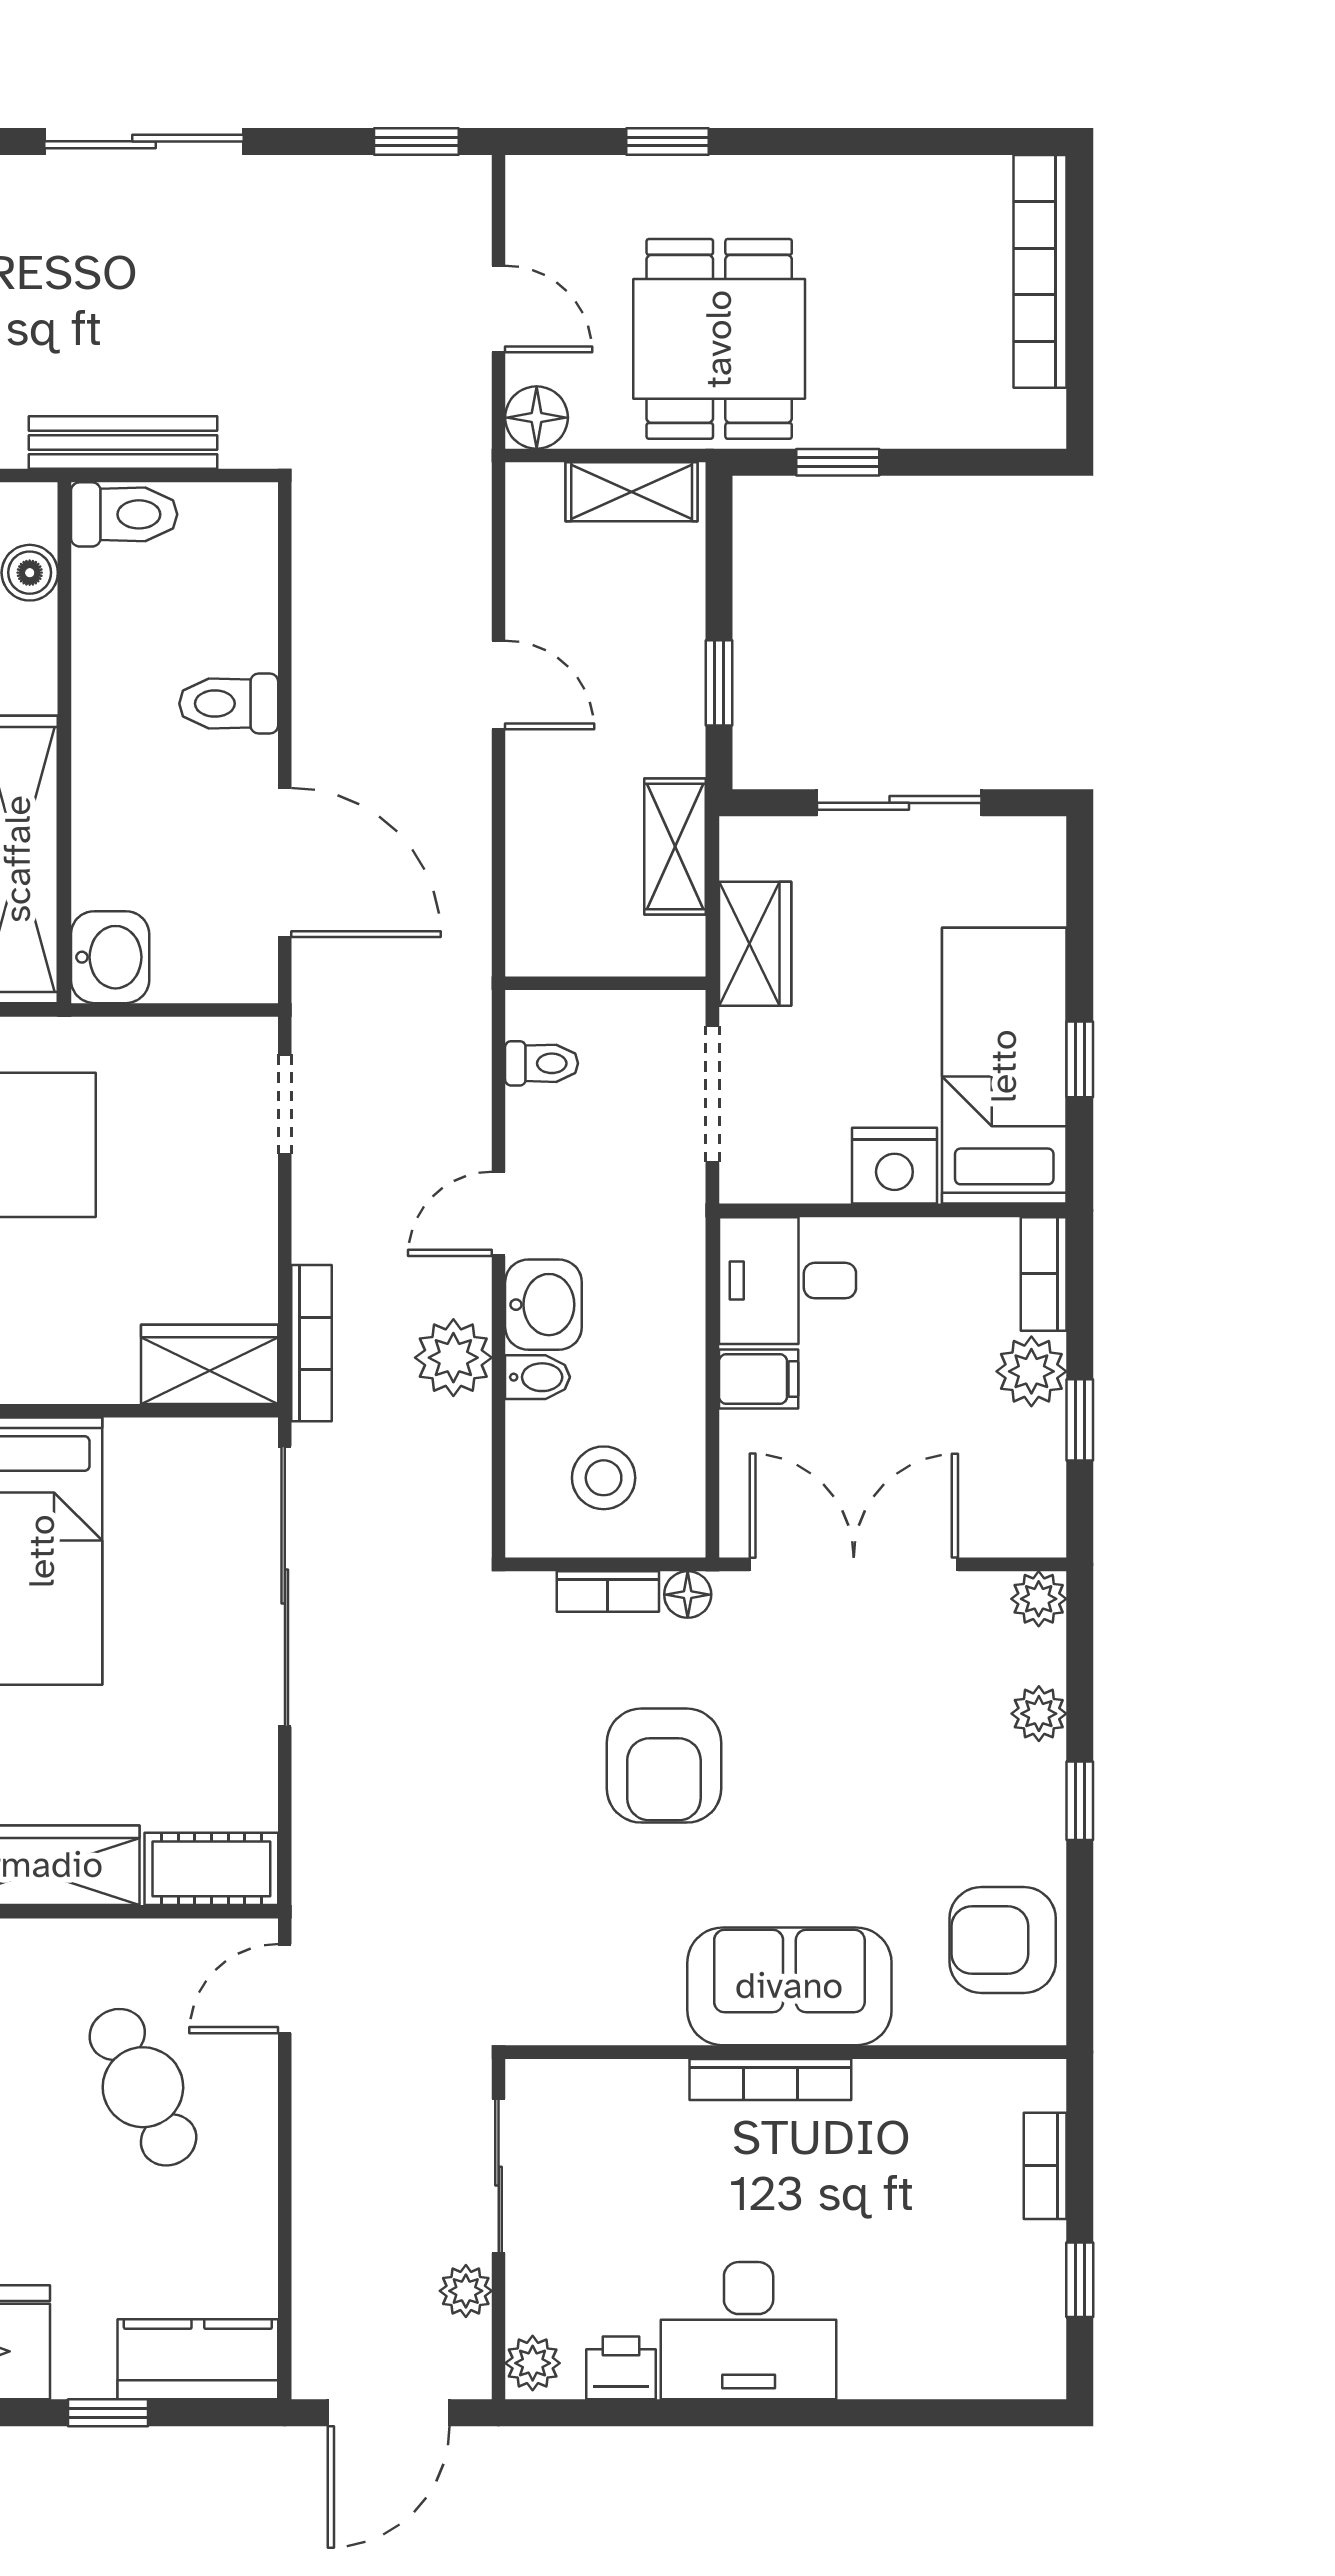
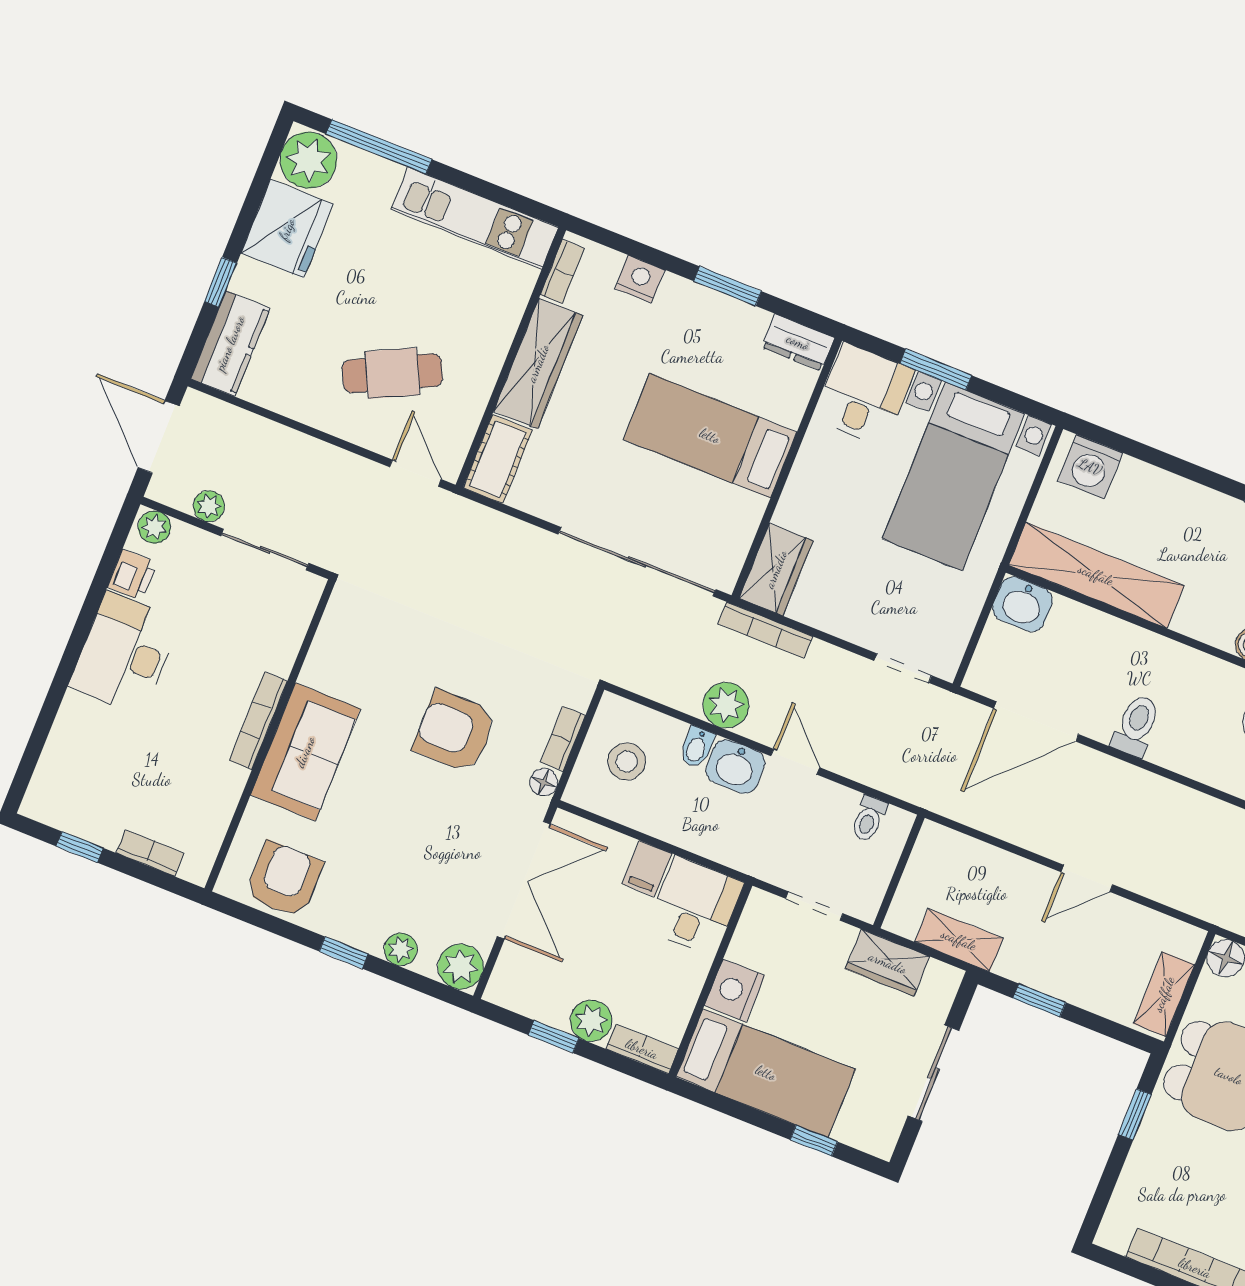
window: (1080, 1059) -> (814, 1141), moved
doorway: (712, 1094) -> (814, 906), width x0.73
plant: (1039, 1599) -> (461, 967), width x1.38, depth x1.38

